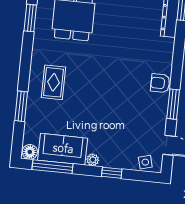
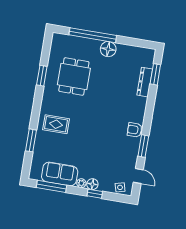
rug: (54, 82) -> (56, 124), turned 90
floor lamp: (30, 152) -> (92, 184), moved

